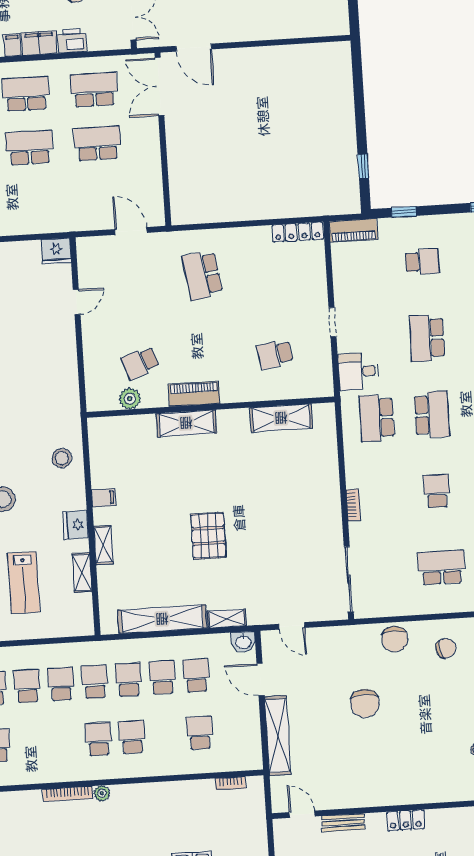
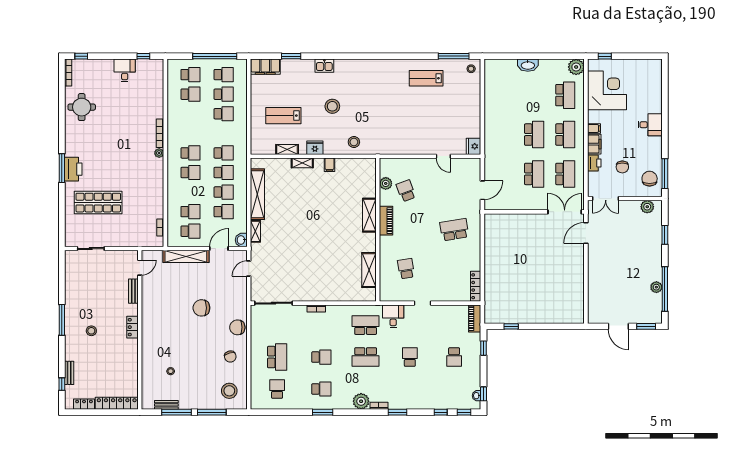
school desk: (427, 338) -> (410, 357), width x0.54
pallet: (208, 536) -> (304, 224), removed
school desk: (61, 684) -> (190, 231), moved

